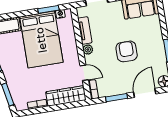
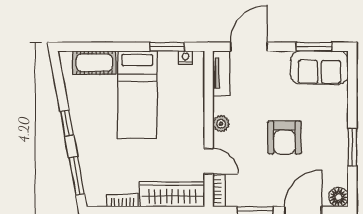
tv unit: (85, 30) -> (221, 73), moved
bed: (41, 40) -> (137, 95), width x0.67
armchair: (127, 51) -> (284, 138), turned 180

